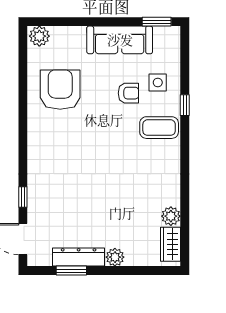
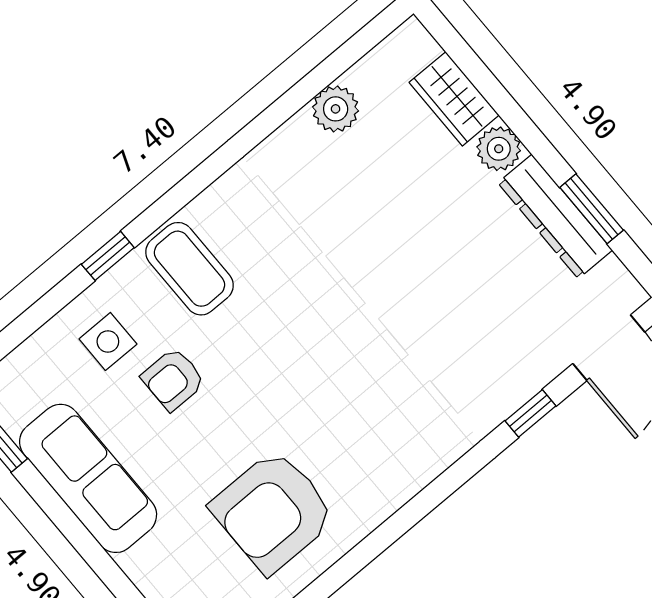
armchair: (128, 93) -> (173, 379), turned -90
wardrobe: (170, 244) -> (454, 99), moved, turned 90

